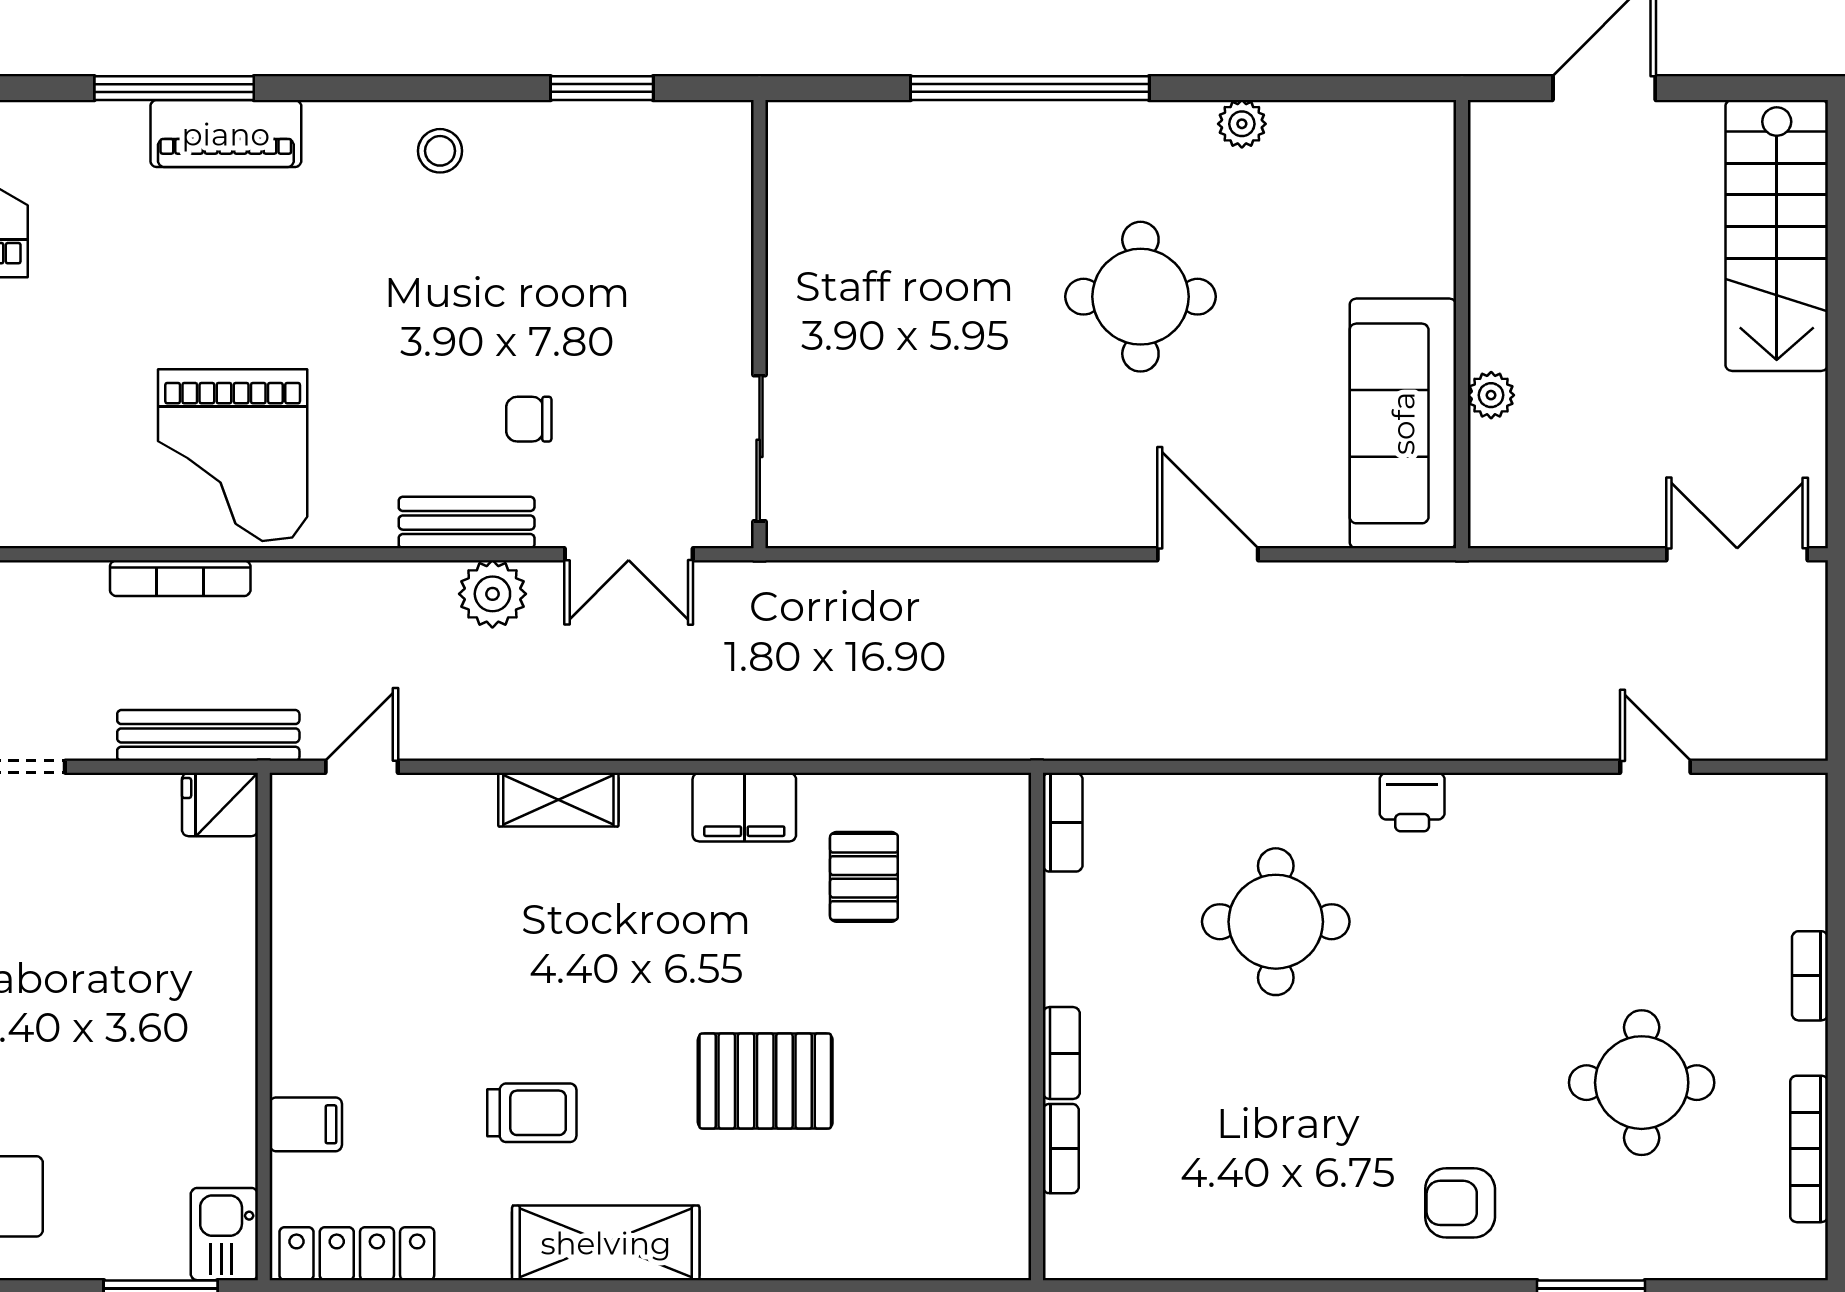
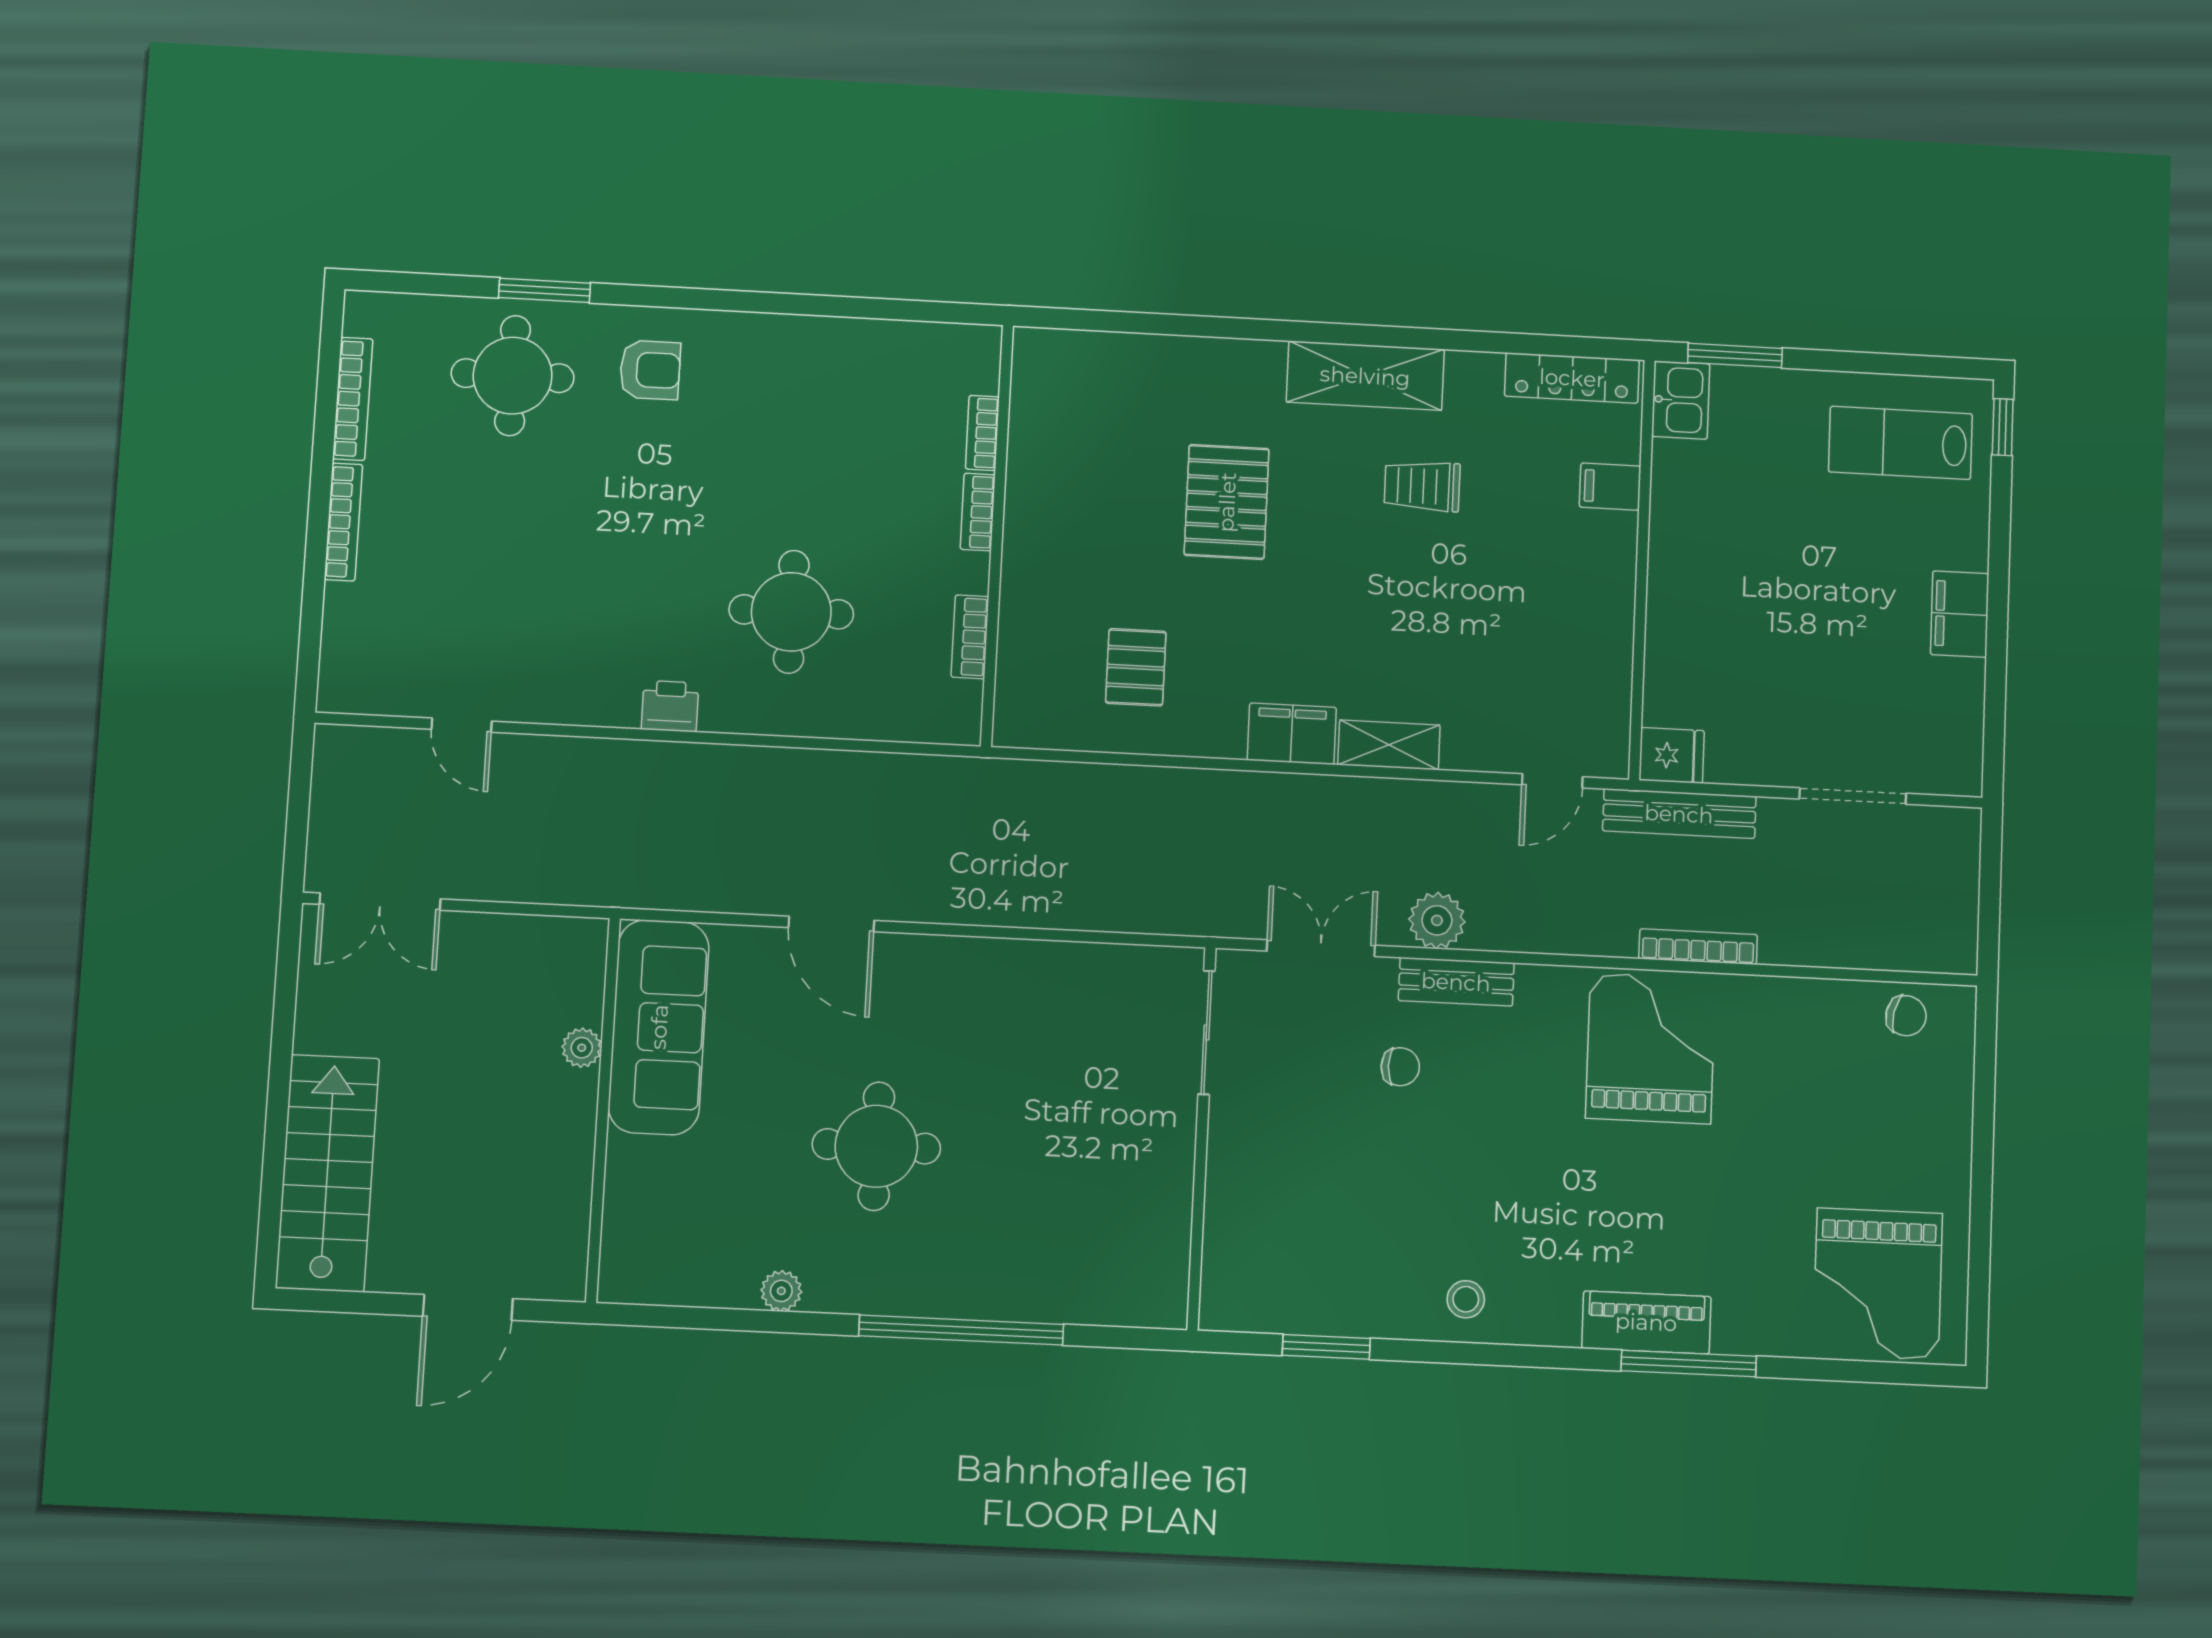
filing cabinet: (744, 807) -> (1292, 734), moved
bookcase: (1063, 822) -> (970, 637), moved
bookcase: (1810, 976) -> (343, 522), width x1.56
pallet: (765, 1081) -> (1227, 502), turned 90
round table: (1642, 1083) -> (513, 376), moved

